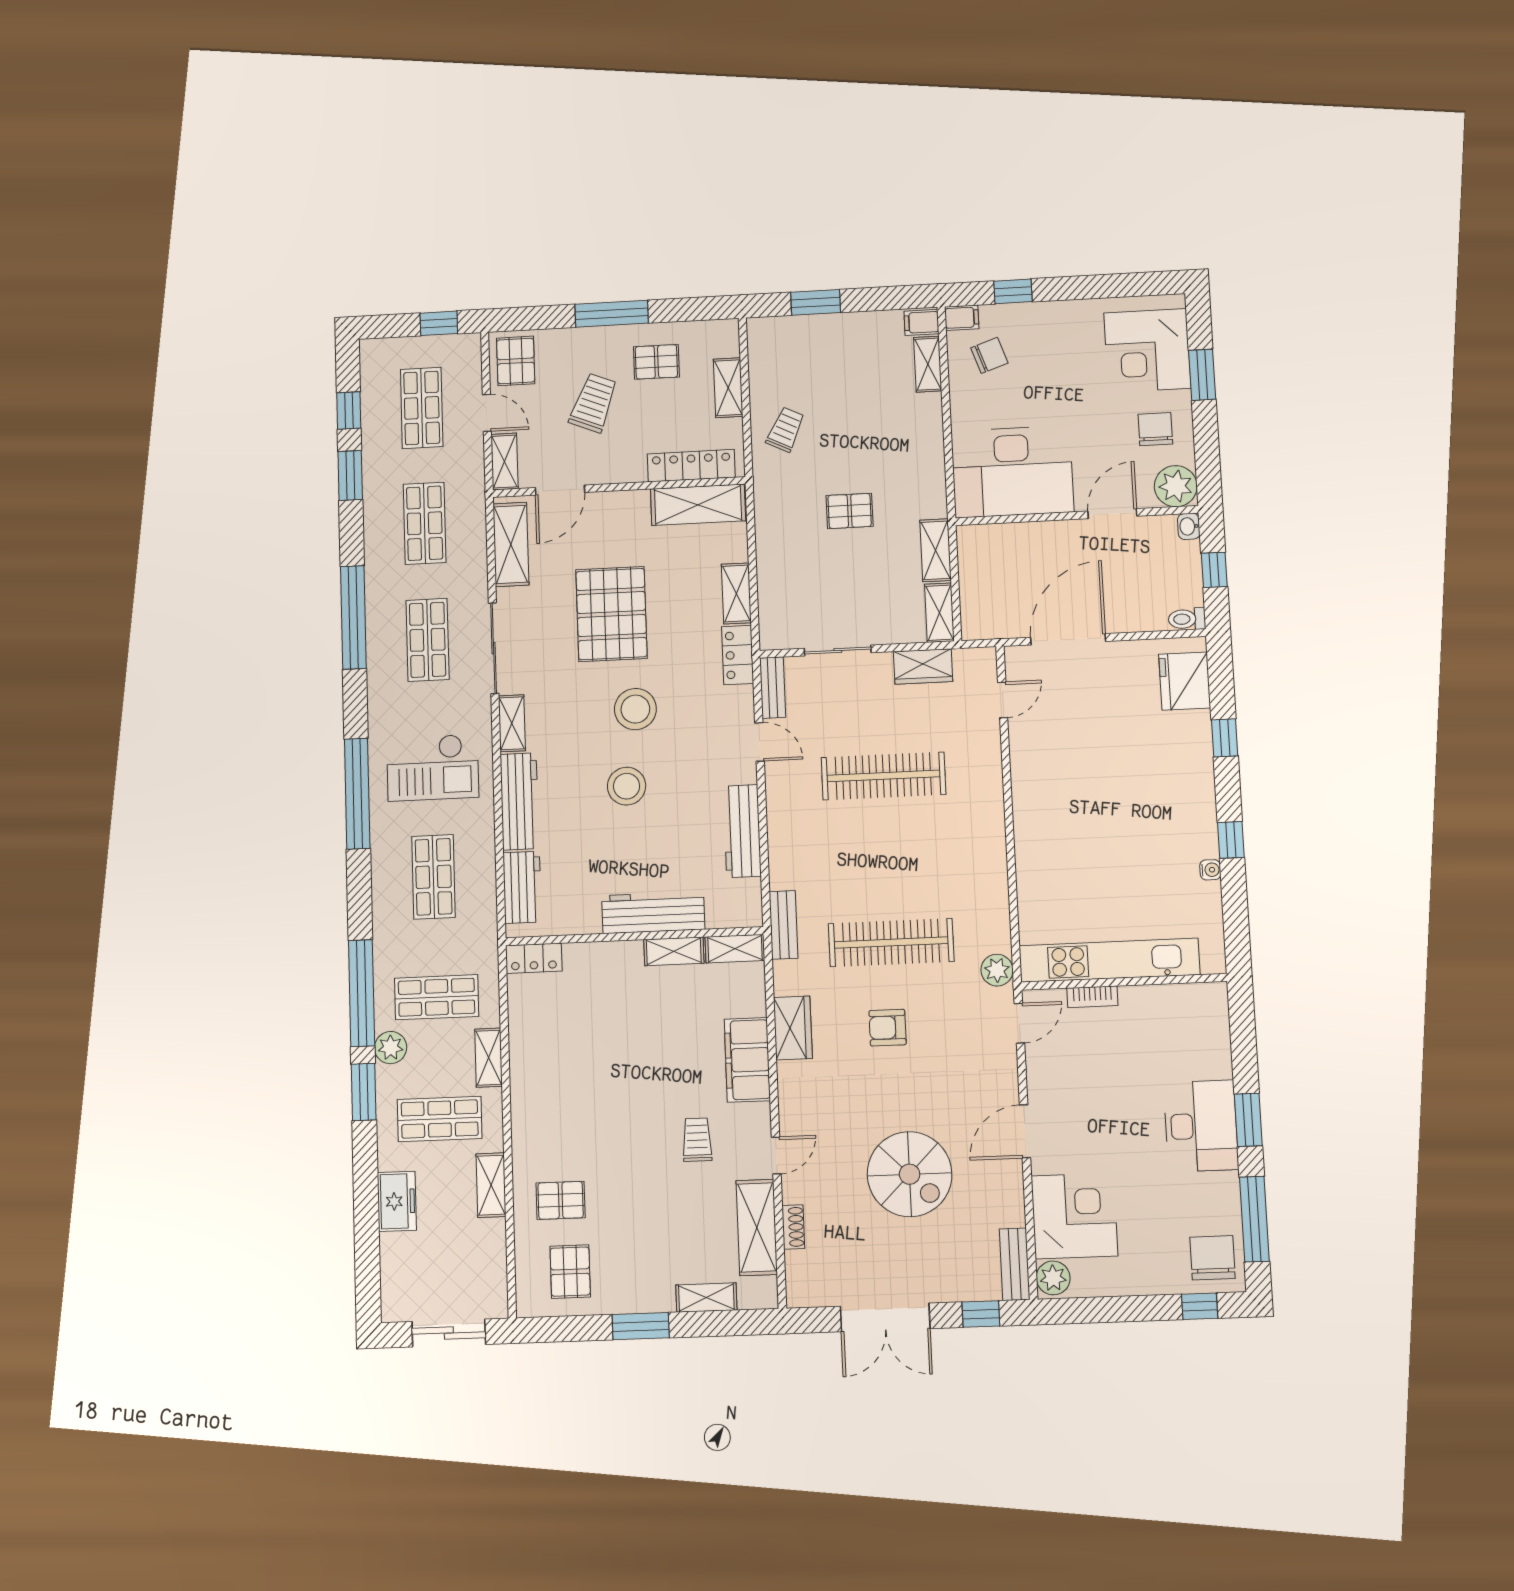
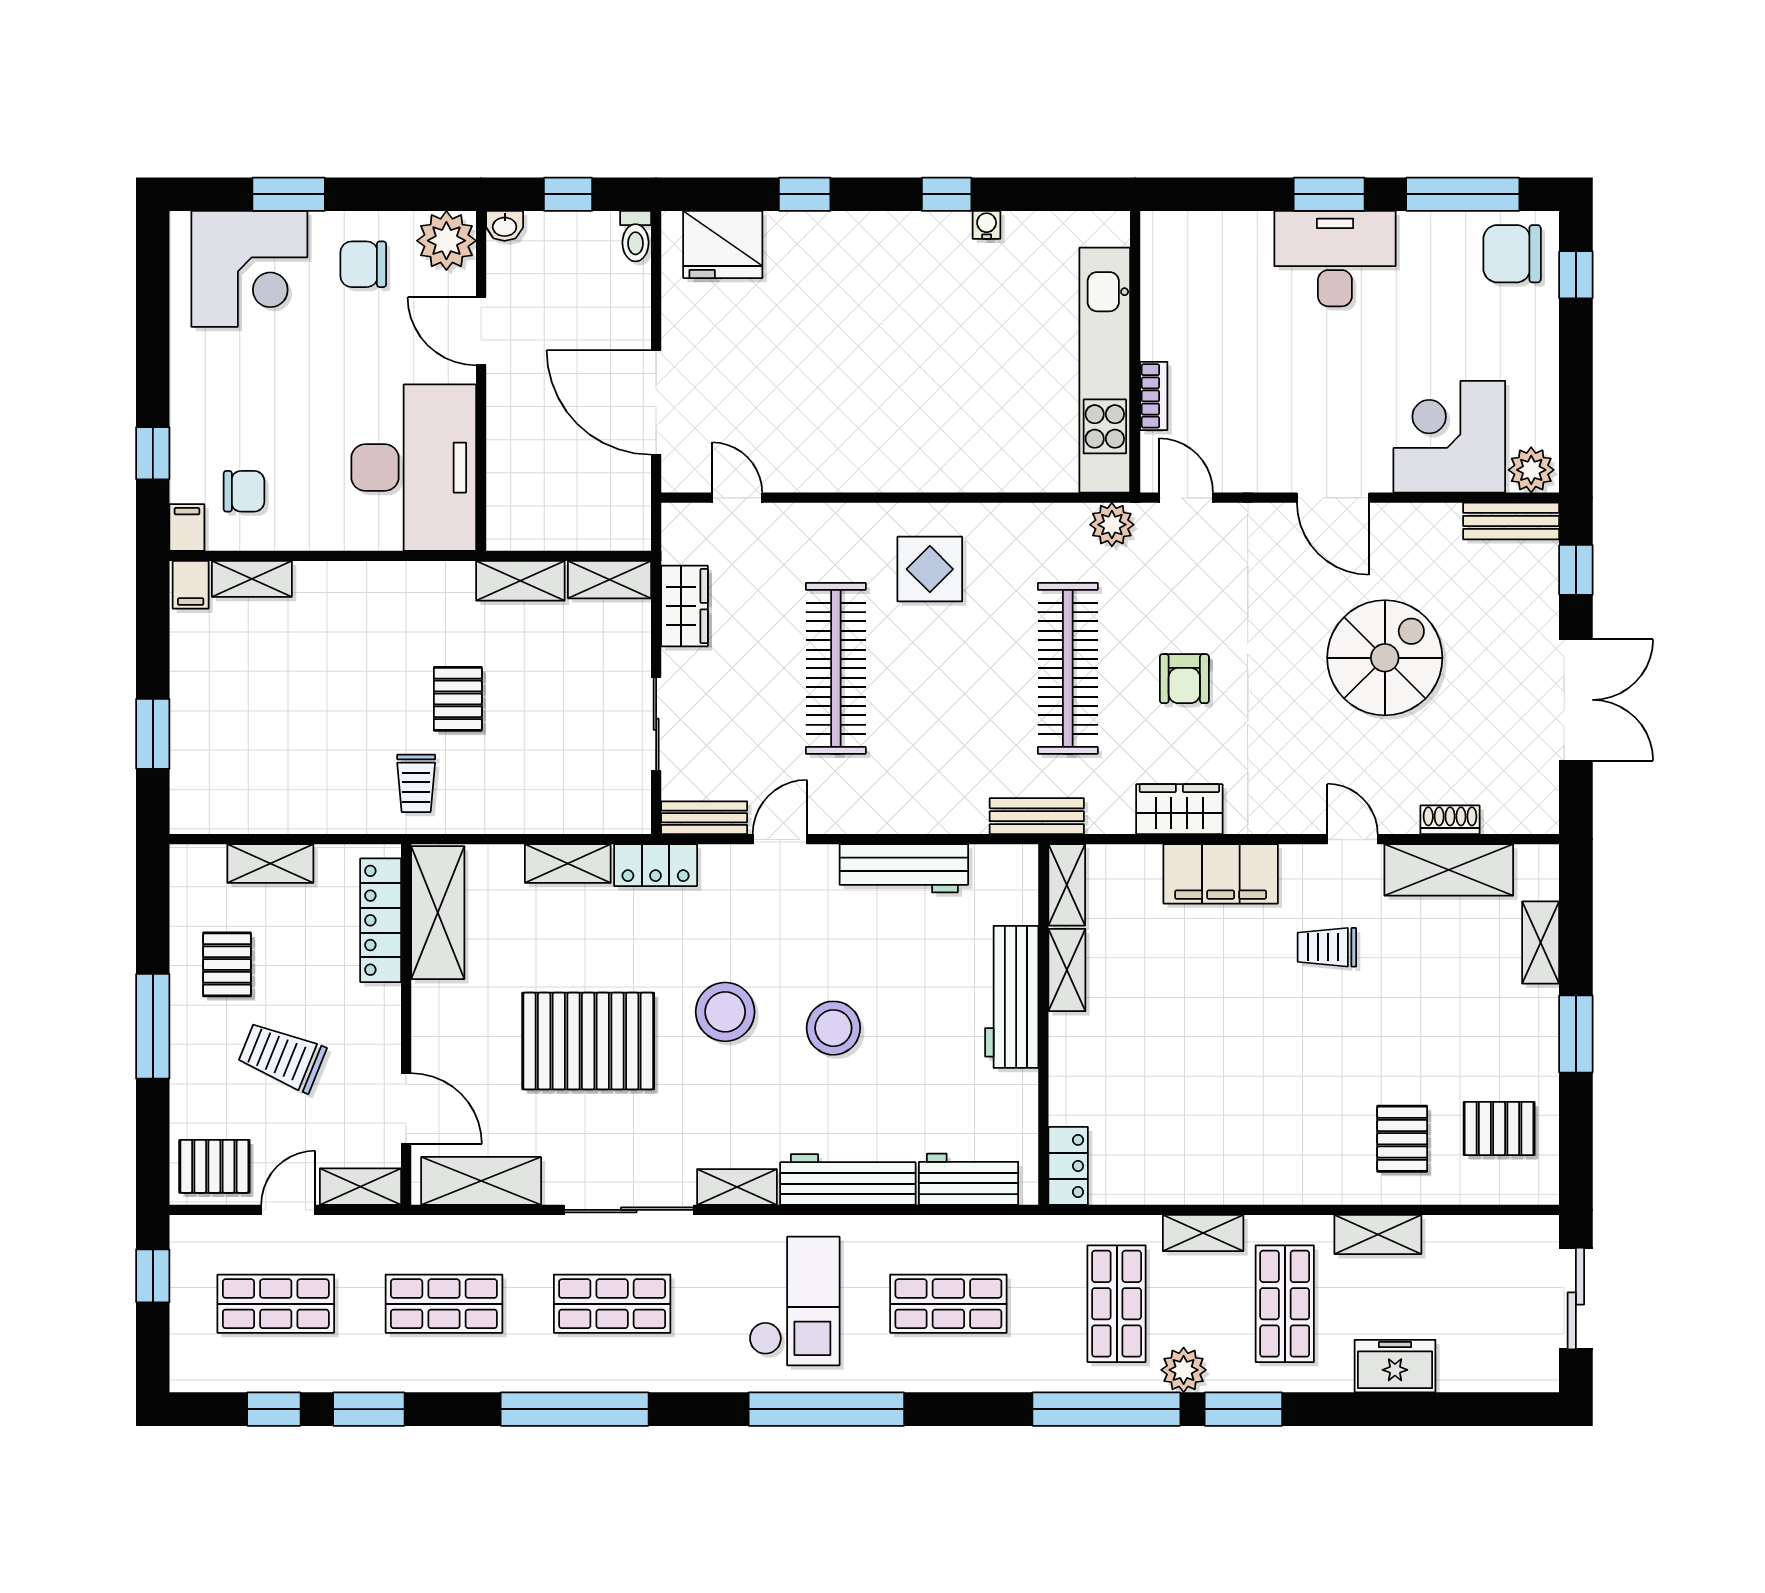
chair: (989, 355) -> (244, 491), turned 109
trolley: (785, 430) -> (416, 783), moved, turned -116
display table: (958, 840) -> (930, 569), added

